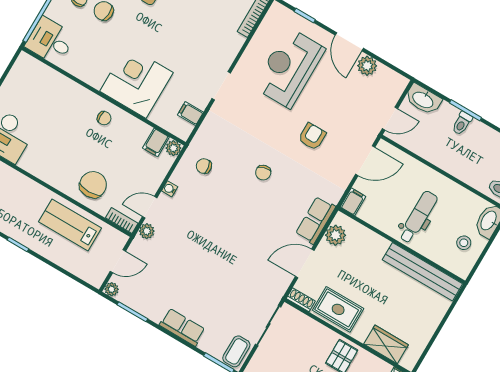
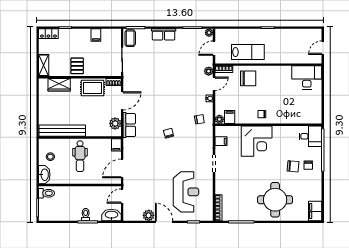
armchair: (312, 136) -> (155, 165), removed
chair: (93, 185) -> (248, 78), turned -90

